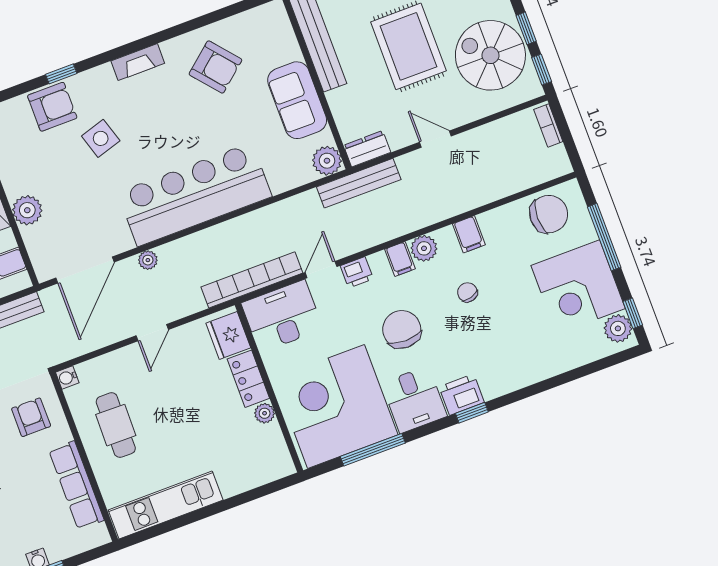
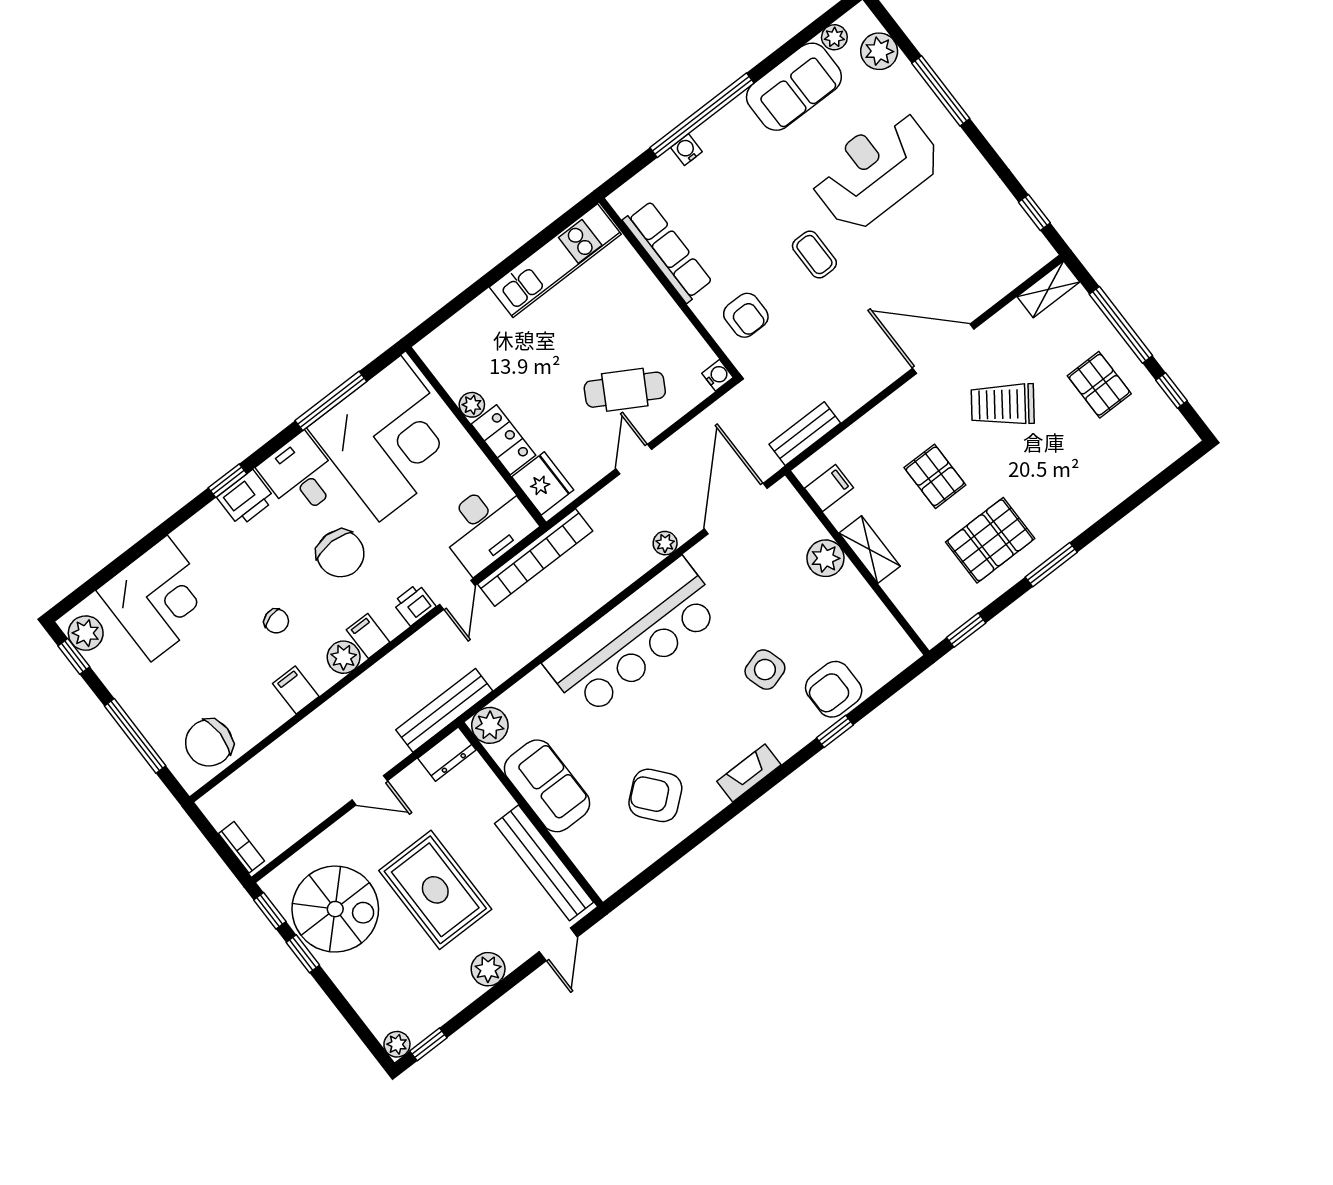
corner desk: (578, 287) -> (159, 599), moved, turned 90
cafe table: (116, 425) -> (625, 390), moved, turned -61

